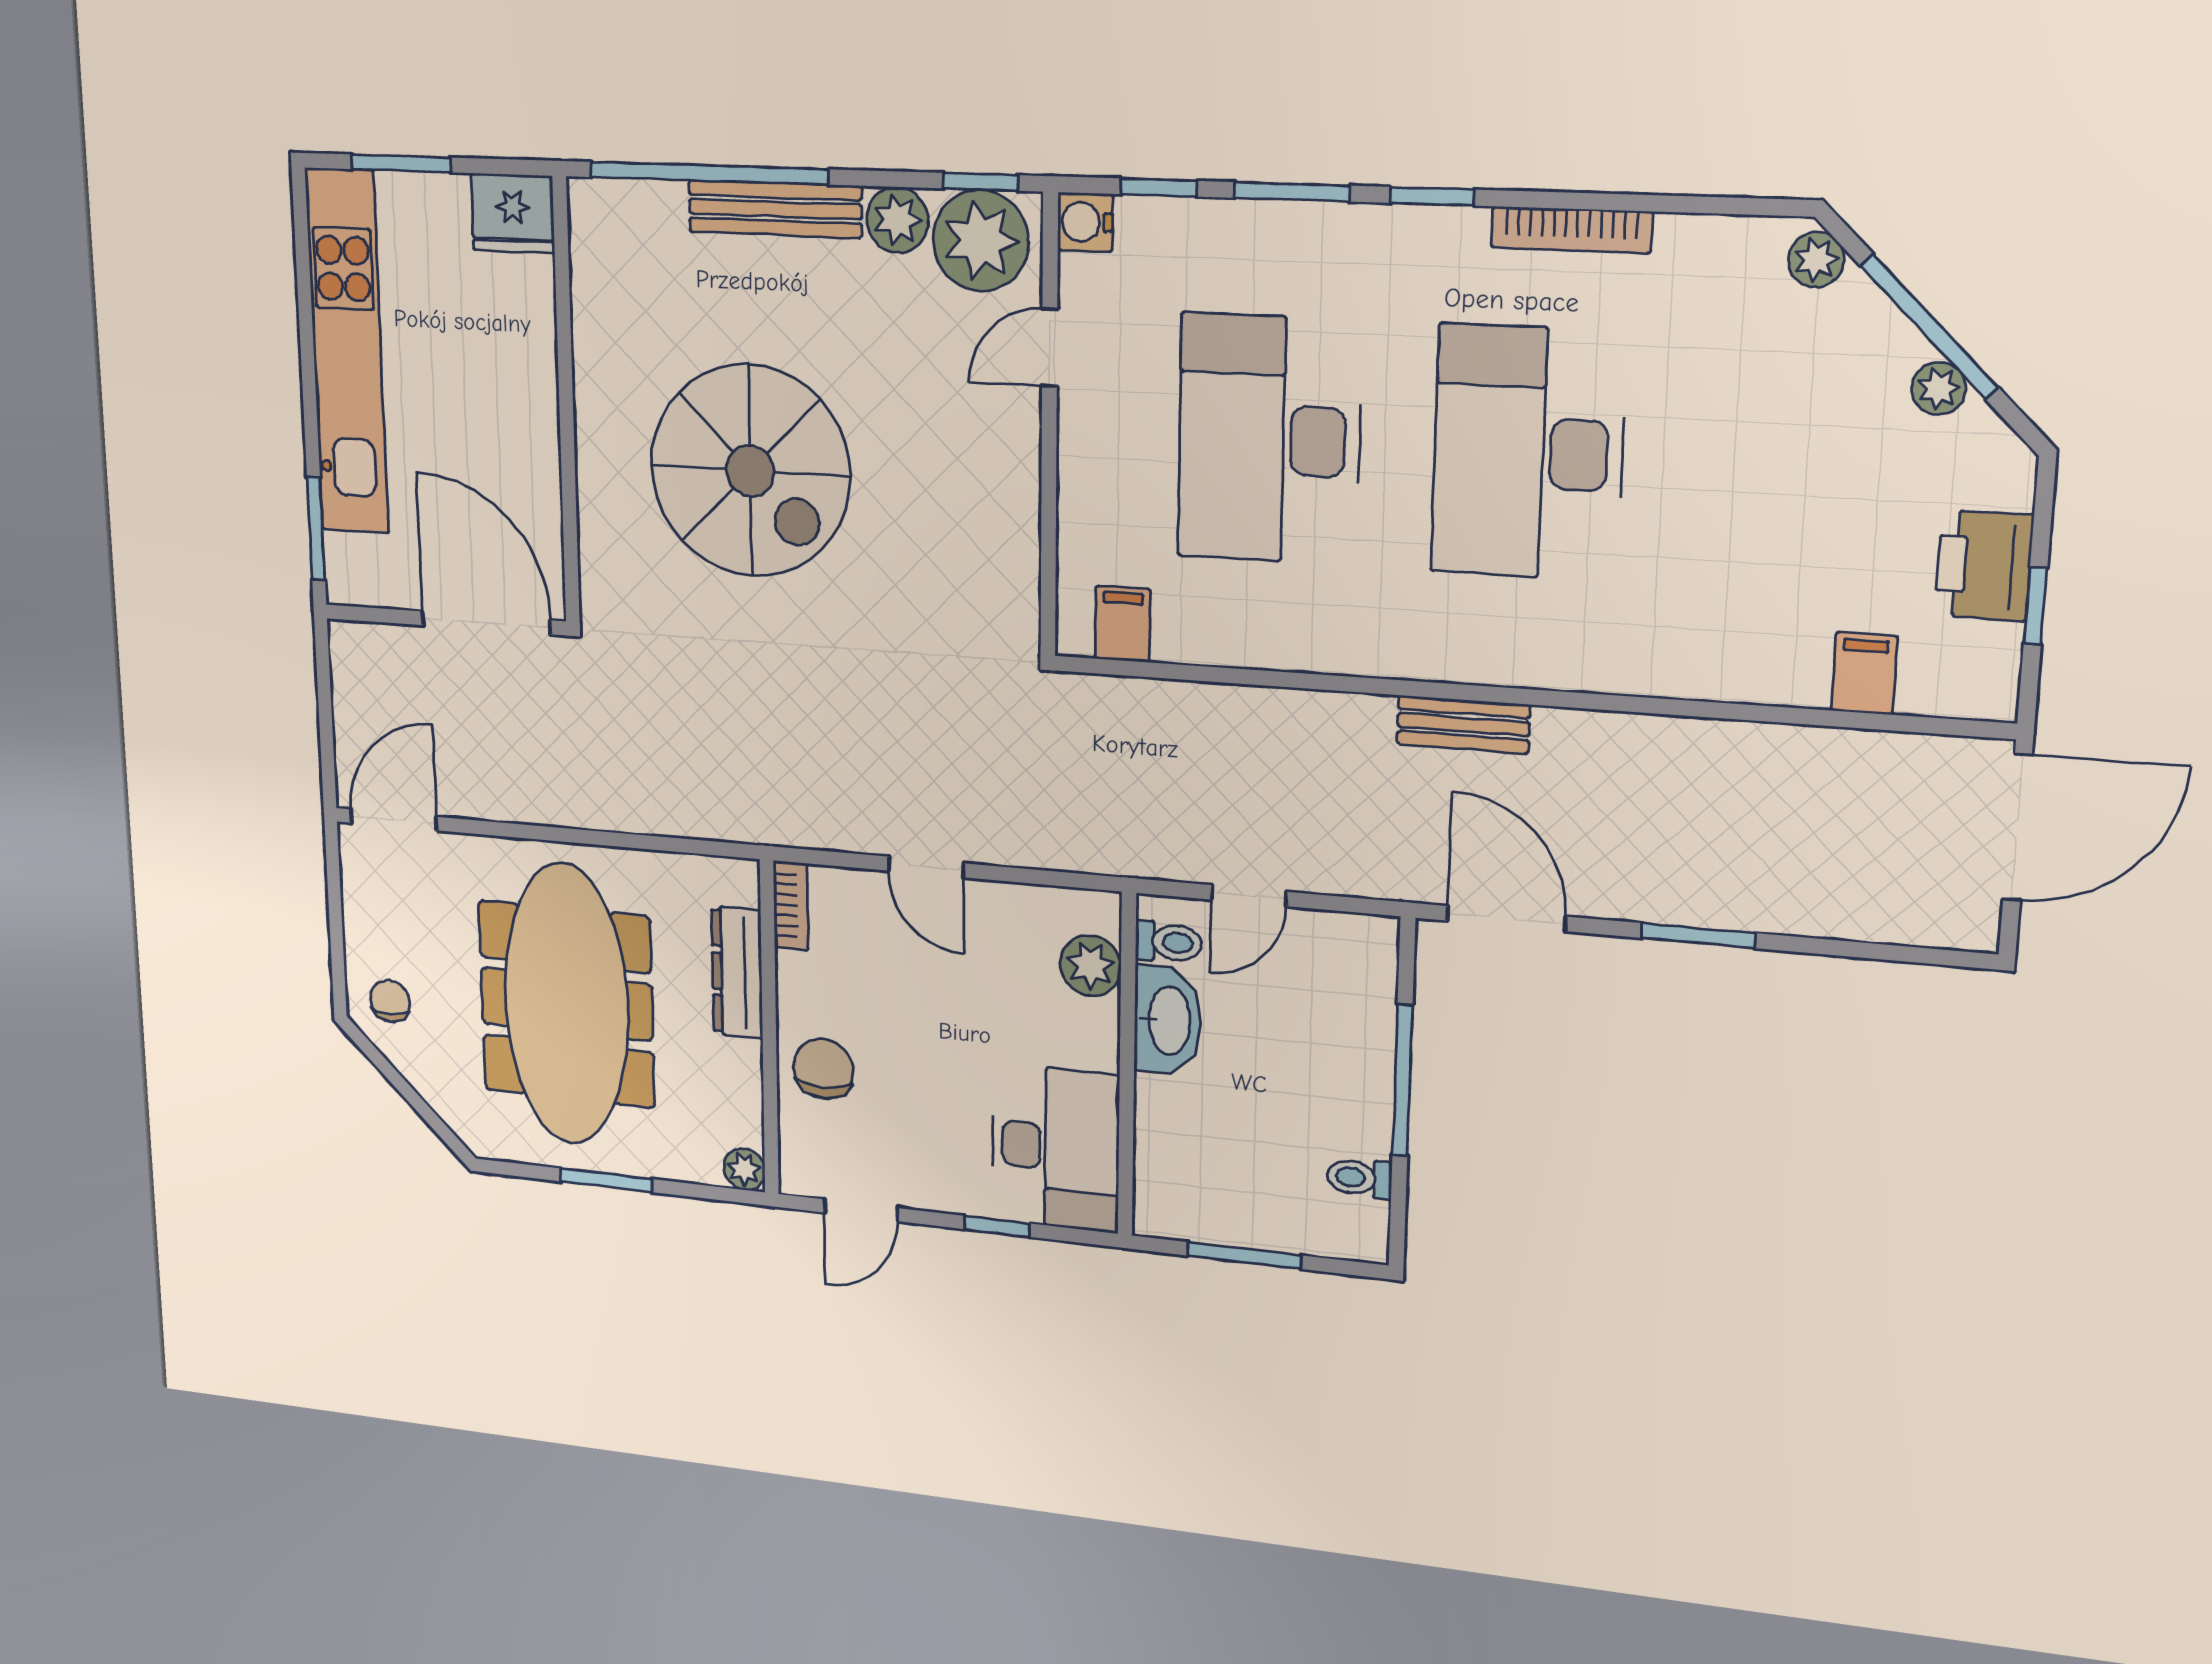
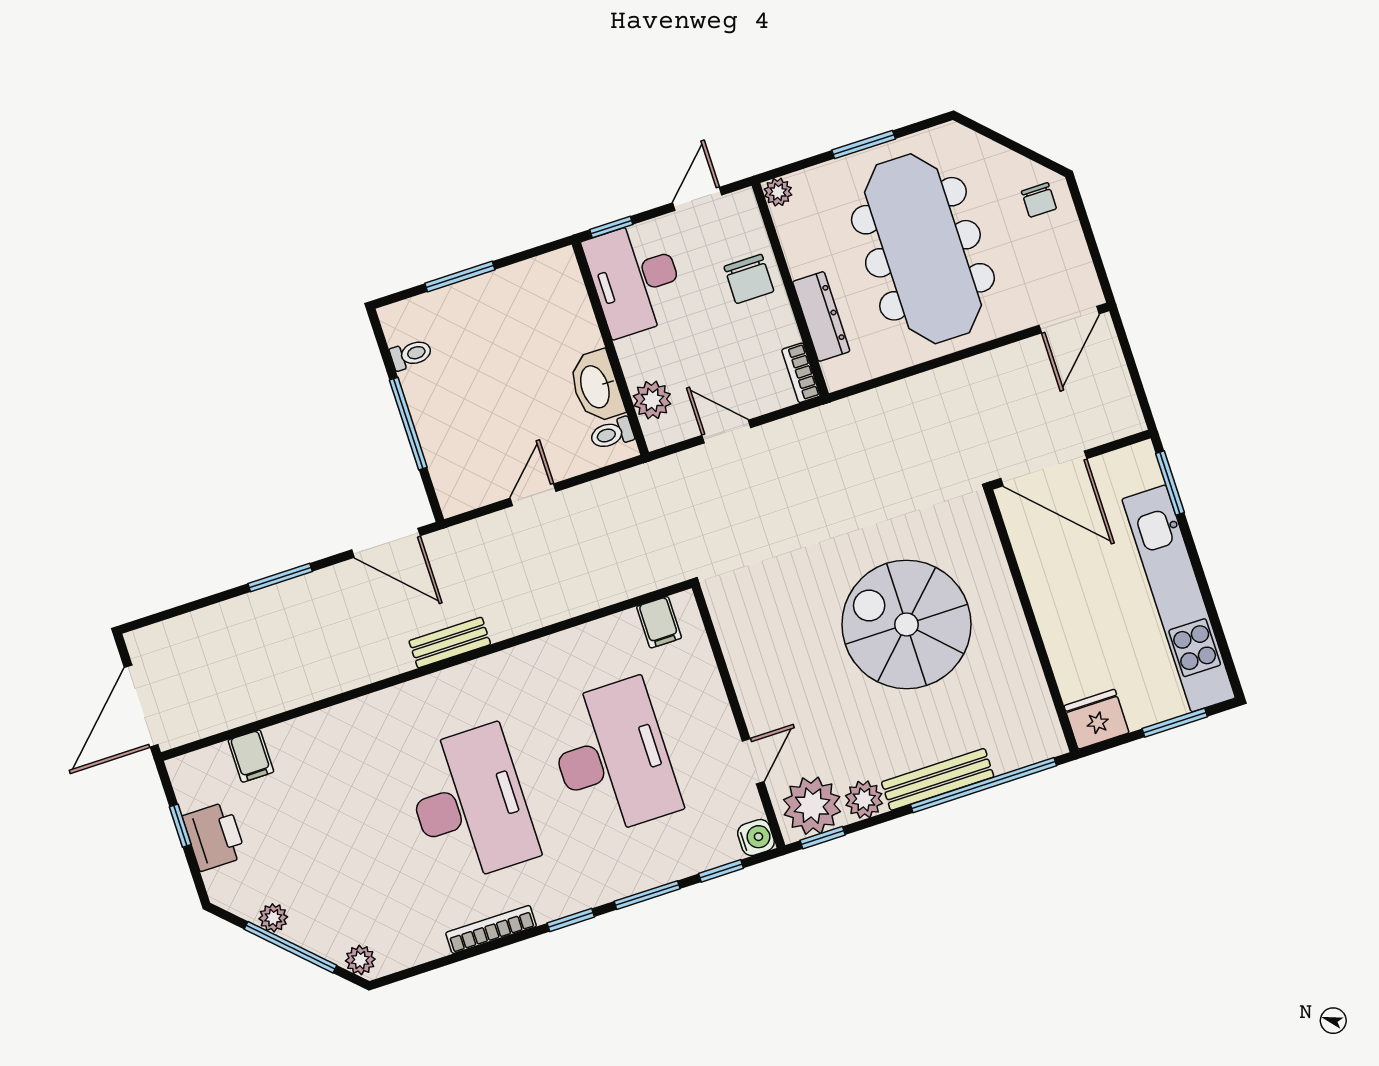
toilet: (1168, 942) -> (612, 434), moved
plant: (1091, 966) -> (652, 400), moved
washbasin: (1168, 1020) -> (596, 386), moved
wall: (1127, 1066) -> (610, 348), moved
desk: (1055, 1148) -> (635, 279), moved

